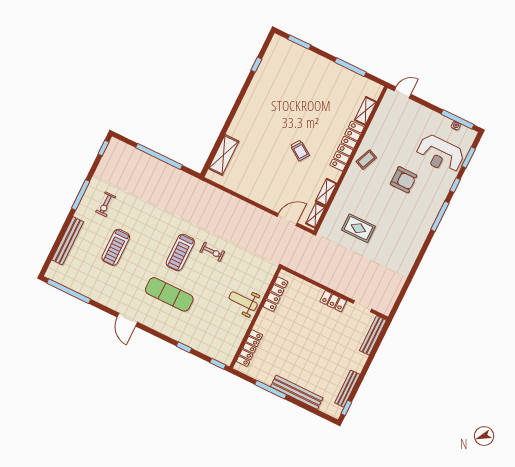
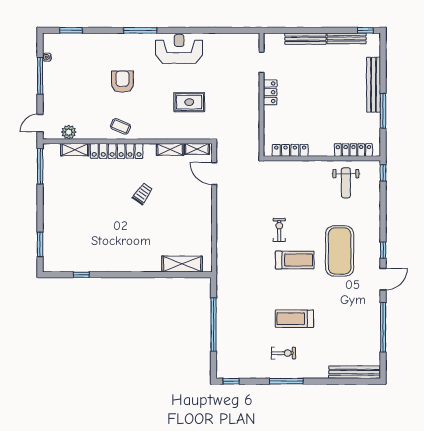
window: (350, 67) -> (40, 166), moved
door: (403, 92) -> (40, 123), hinge flipped
plant: (383, 113) -> (69, 132), added
window: (458, 119) -> (40, 76), moved
reception desk: (440, 154) -> (179, 49), moved, turned -90
window: (455, 185) -> (104, 30), removed
rug: (358, 228) -> (189, 102), turned 90
bench: (68, 241) -> (354, 372), moved
treadmill: (116, 247) -> (294, 319), moved, turned 180
window: (69, 291) -> (383, 327), moved
exercise mat: (169, 294) -> (340, 251), width x1.47
weight bench: (243, 301) -> (346, 183), moved
bench: (373, 335) -> (305, 39), moved
window: (184, 347) -> (383, 250), moved

